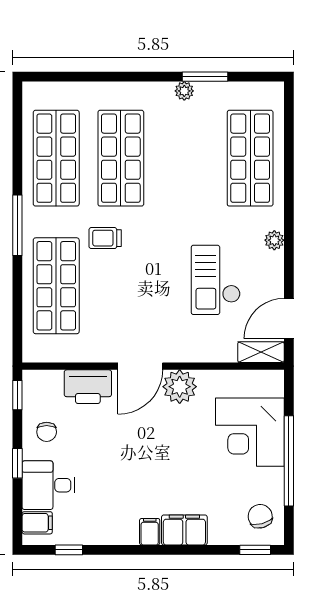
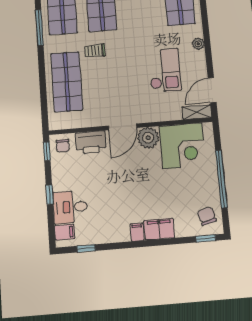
window: (17, 225) -> (39, 27), moved
checkout: (216, 280) -> (165, 70), turned 180
chair: (47, 432) -> (63, 146), moved
corner desk: (250, 432) -> (182, 146), moved, turned -90

